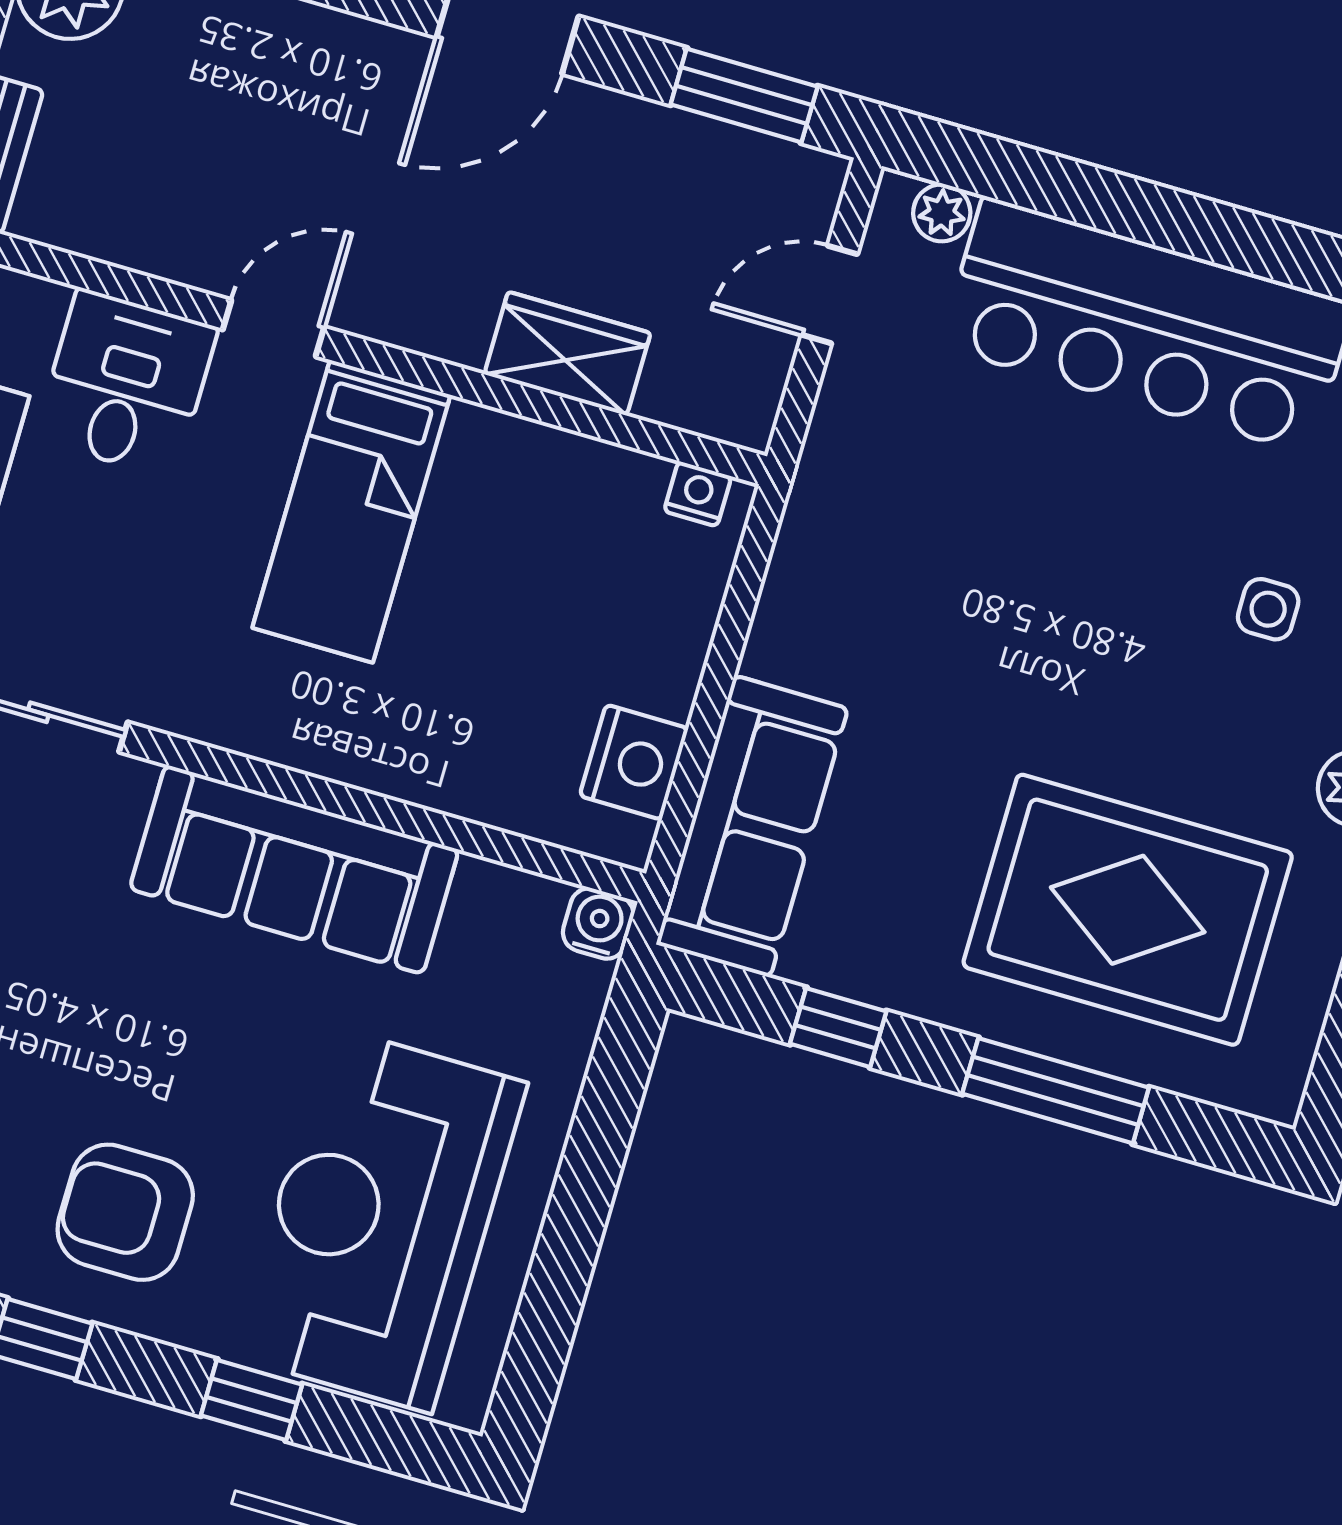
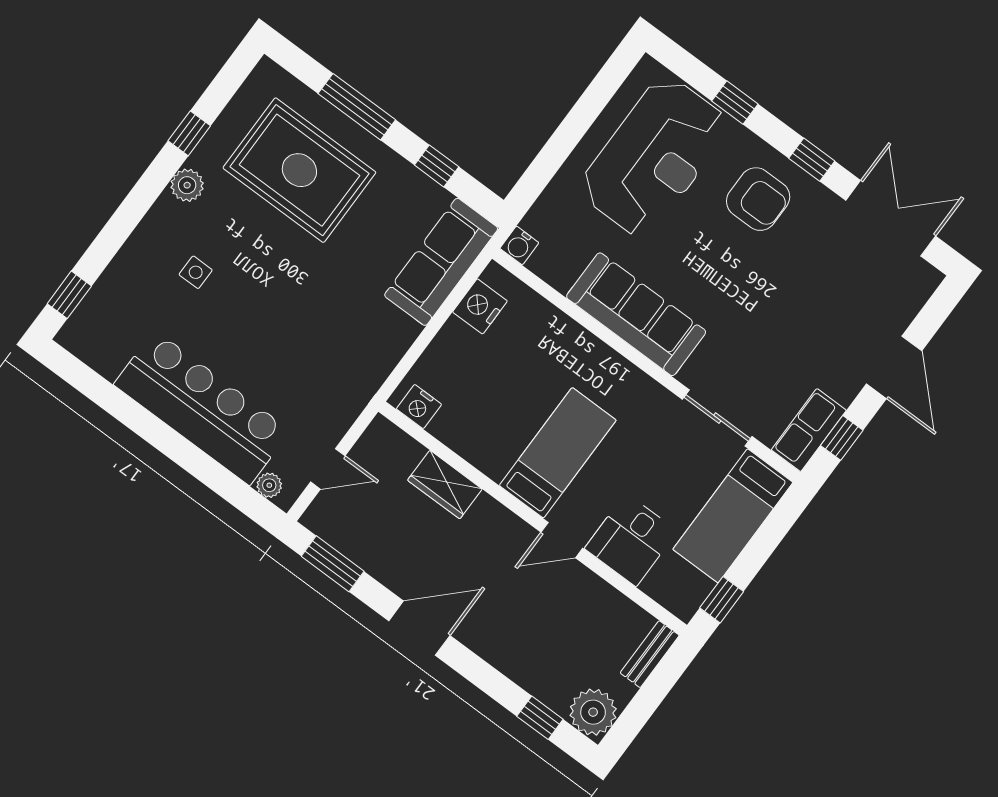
nightstand: (698, 494) -> (419, 407), width x1.39, depth x1.35

